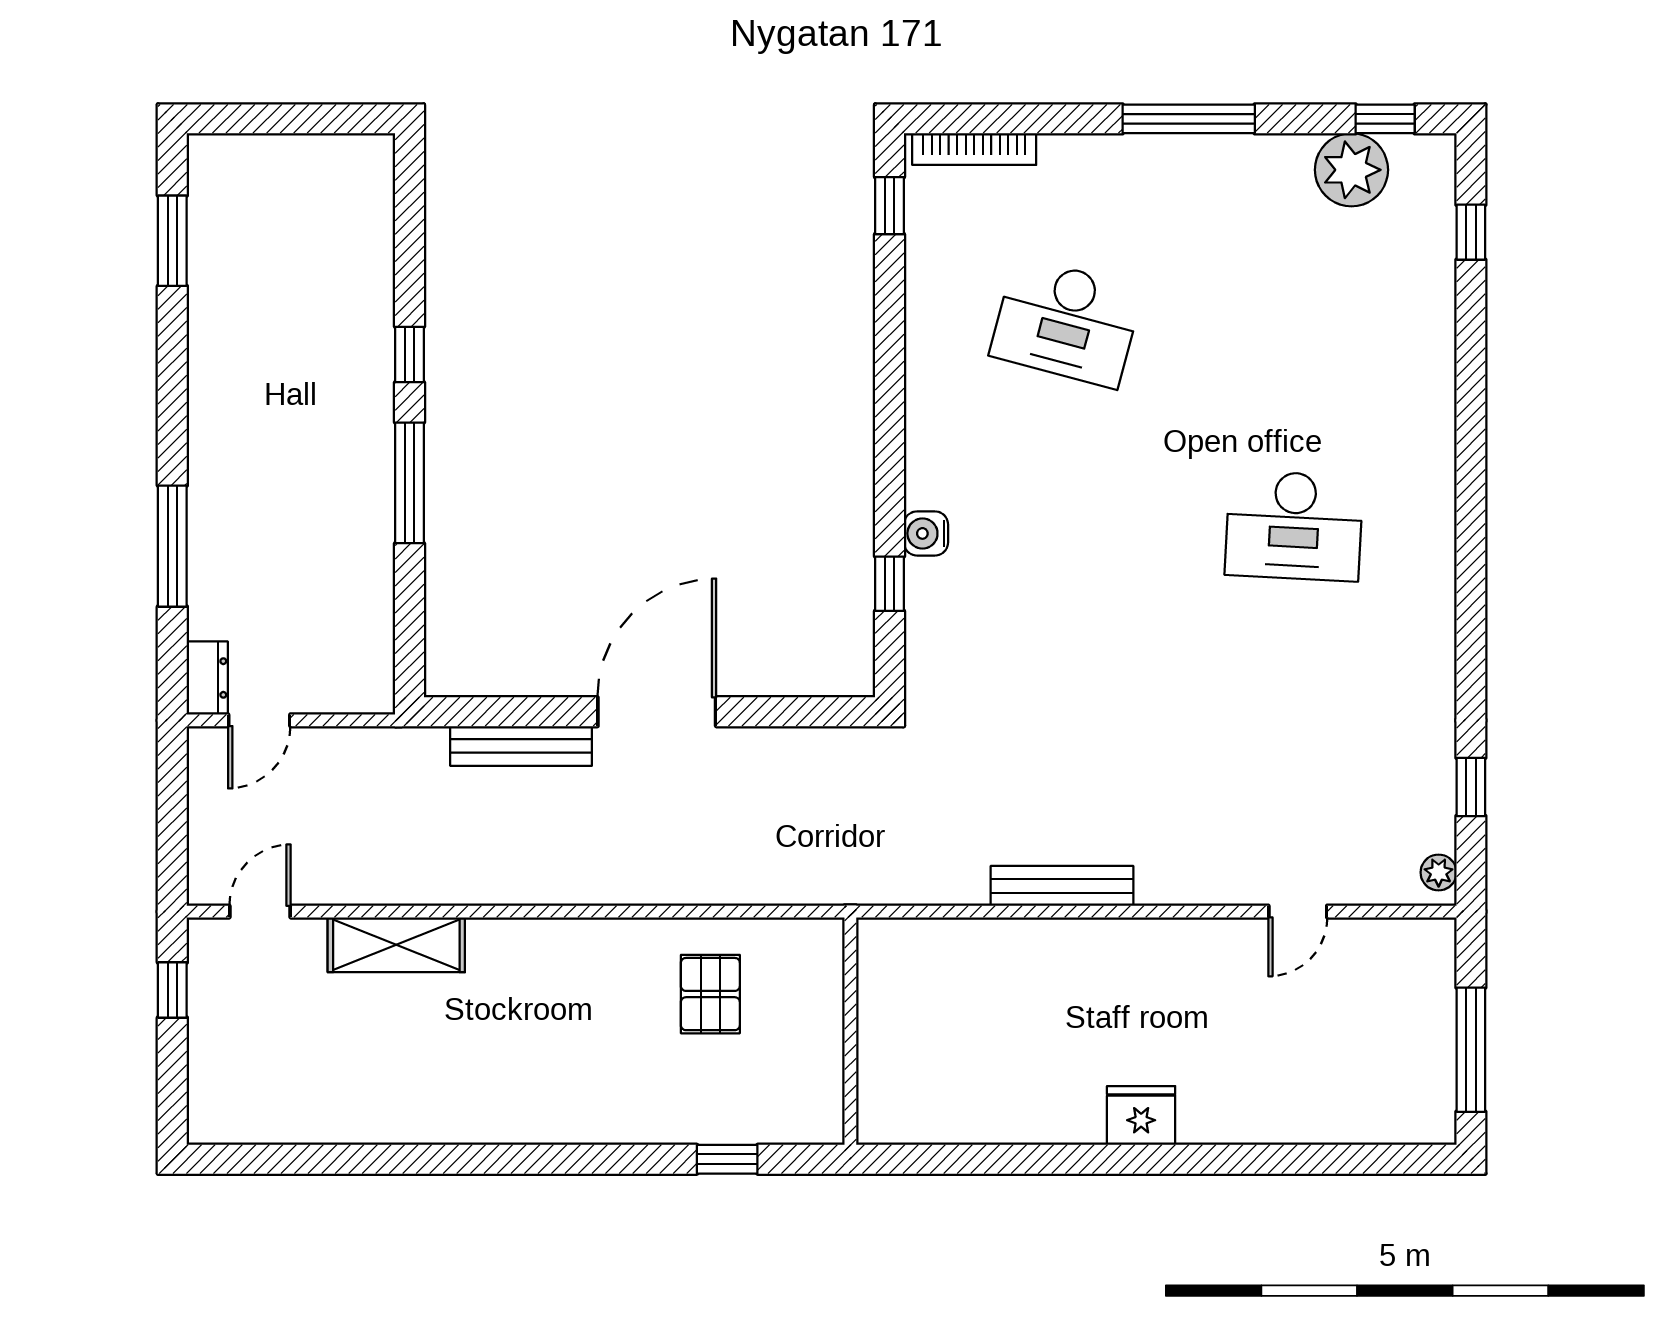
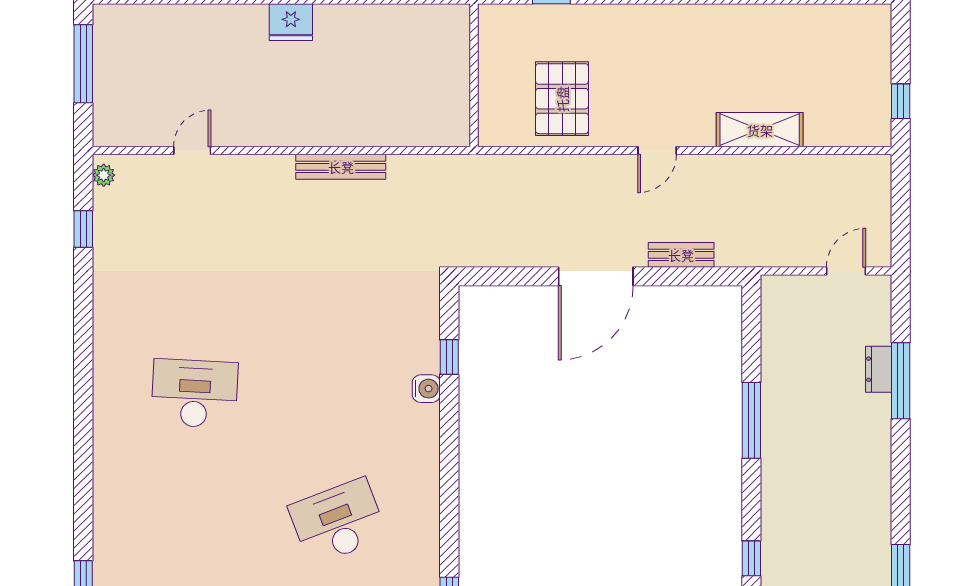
desk: (1066, 322) -> (338, 522), turned -36
window: (409, 354) -> (751, 558), moved
dresser: (207, 678) -> (879, 369), moved
bench: (521, 746) -> (681, 255), width x0.73
door: (260, 912) -> (657, 151), moved
pallet: (710, 994) -> (562, 99), width x1.50, depth x1.42

